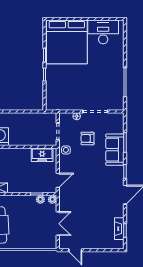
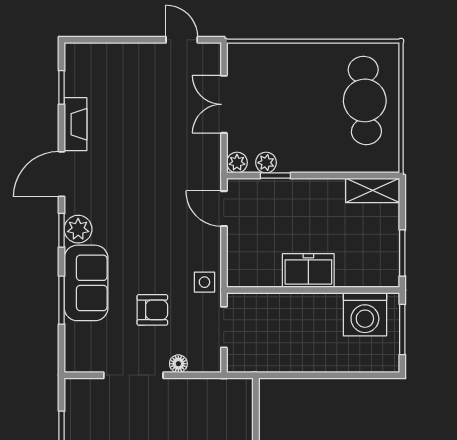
freezer: (42, 155) -> (308, 271), moved
plant: (118, 172) -> (78, 229), added
door: (58, 180) -> (224, 209), hinge flipped
fireplace: (119, 229) -> (76, 124), moved

